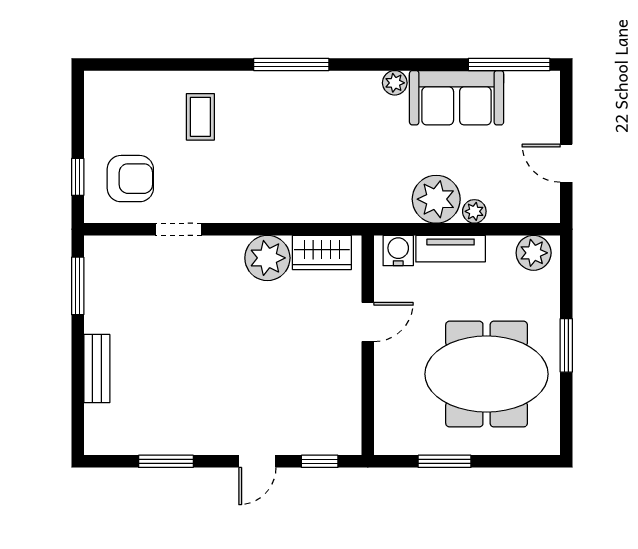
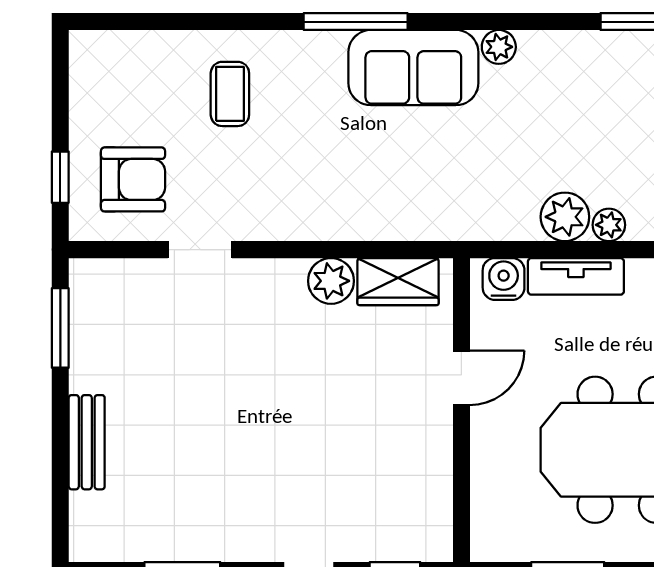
sofa: (457, 98) -> (413, 68), moved
plant: (436, 199) -> (565, 217), width x0.73, depth x0.73
plant: (267, 258) -> (331, 281), width x0.73, depth x0.73

